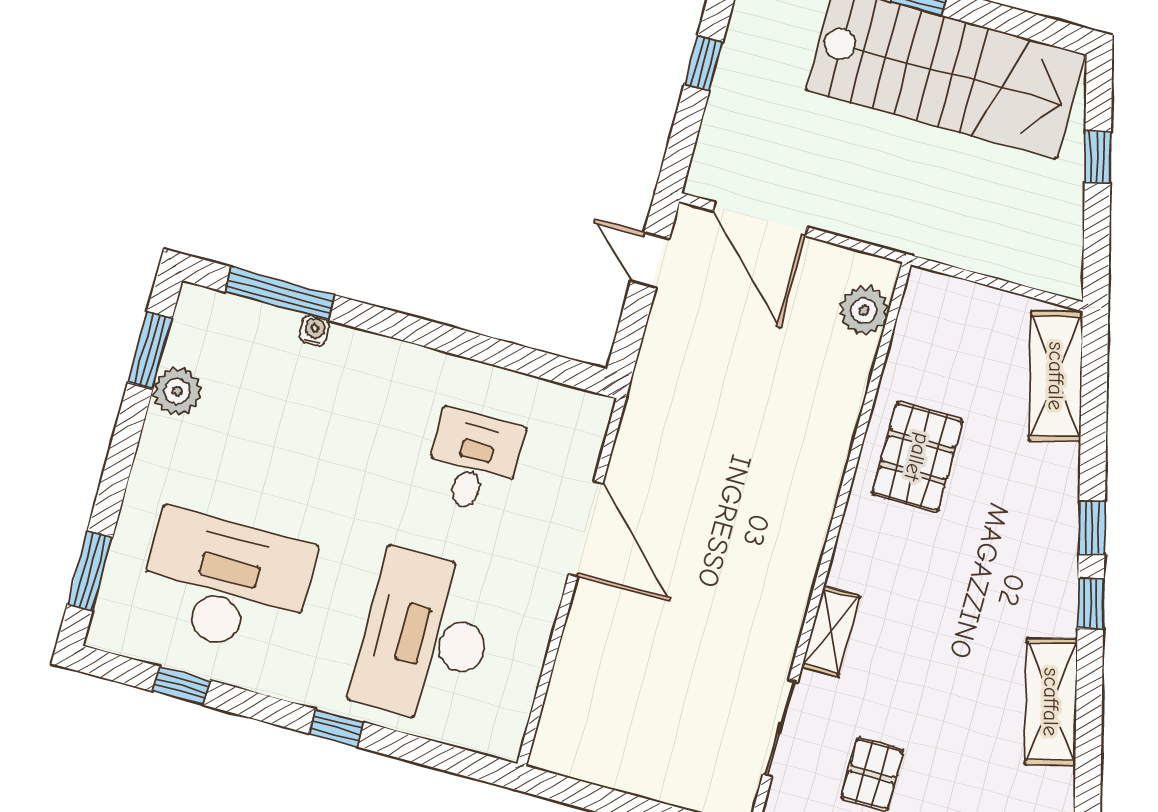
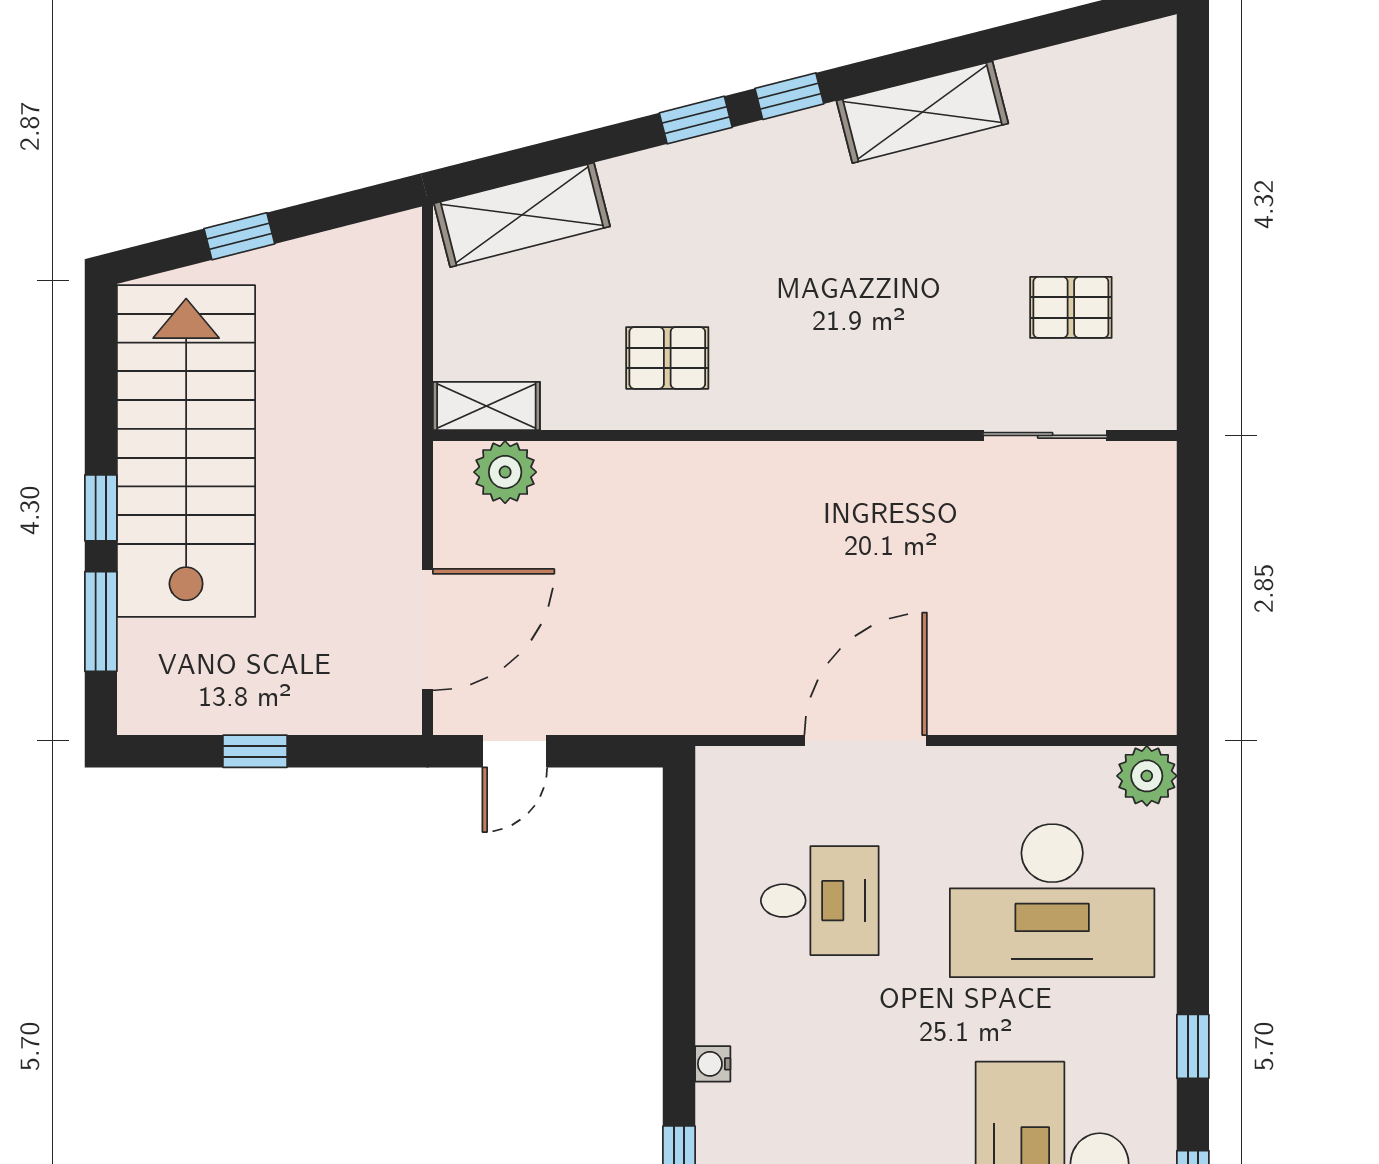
water cooler: (314, 330) -> (713, 1064), moved
pallet: (917, 457) -> (667, 358), width x0.67, depth x0.71
desk: (474, 461) -> (820, 901), turned 180
shelving: (831, 631) -> (486, 406), moved
window: (336, 728) -> (1193, 1046), moved
plant: (501, 735) -> (1147, 776), added

